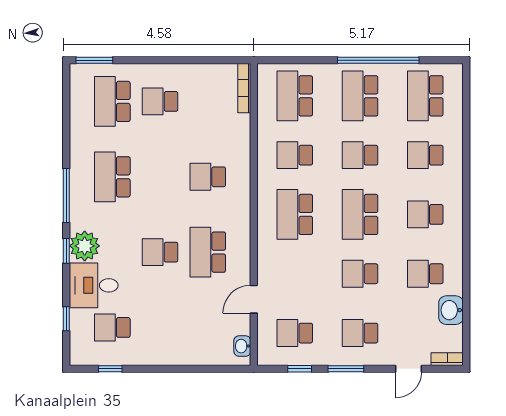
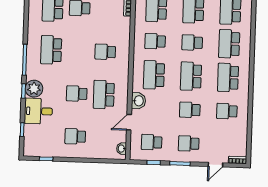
school desk: (425, 155) -> (229, 44), width x1.85
school desk: (425, 214) -> (228, 77), width x1.85
washbasin: (451, 310) -> (138, 101), moved, turned 180
school desk: (112, 327) -> (75, 136), moved

